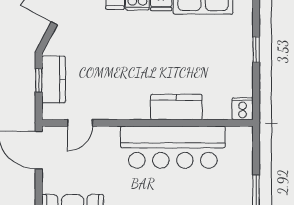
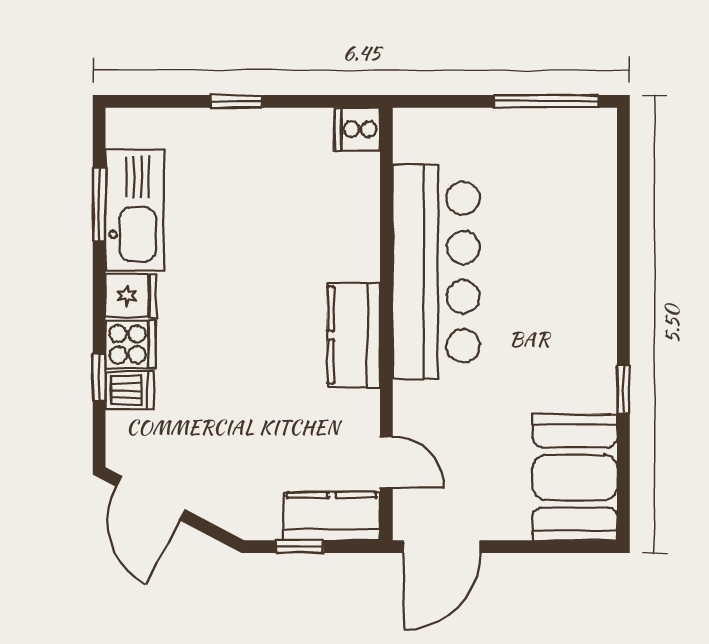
kitchen counter: (54, 79) -> (332, 516), moved
kitchen counter: (176, 107) -> (354, 335), moved

